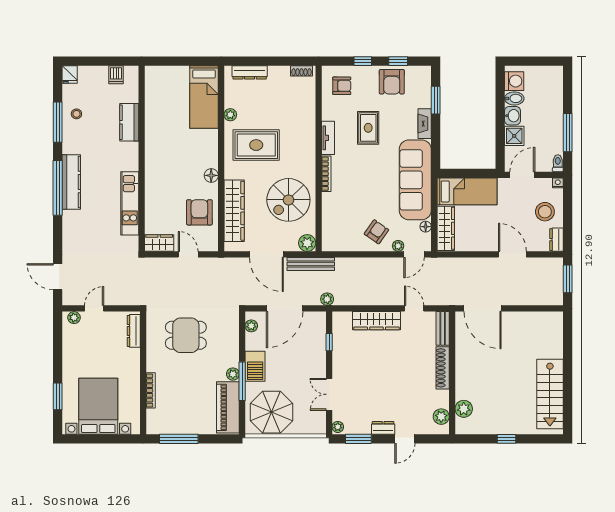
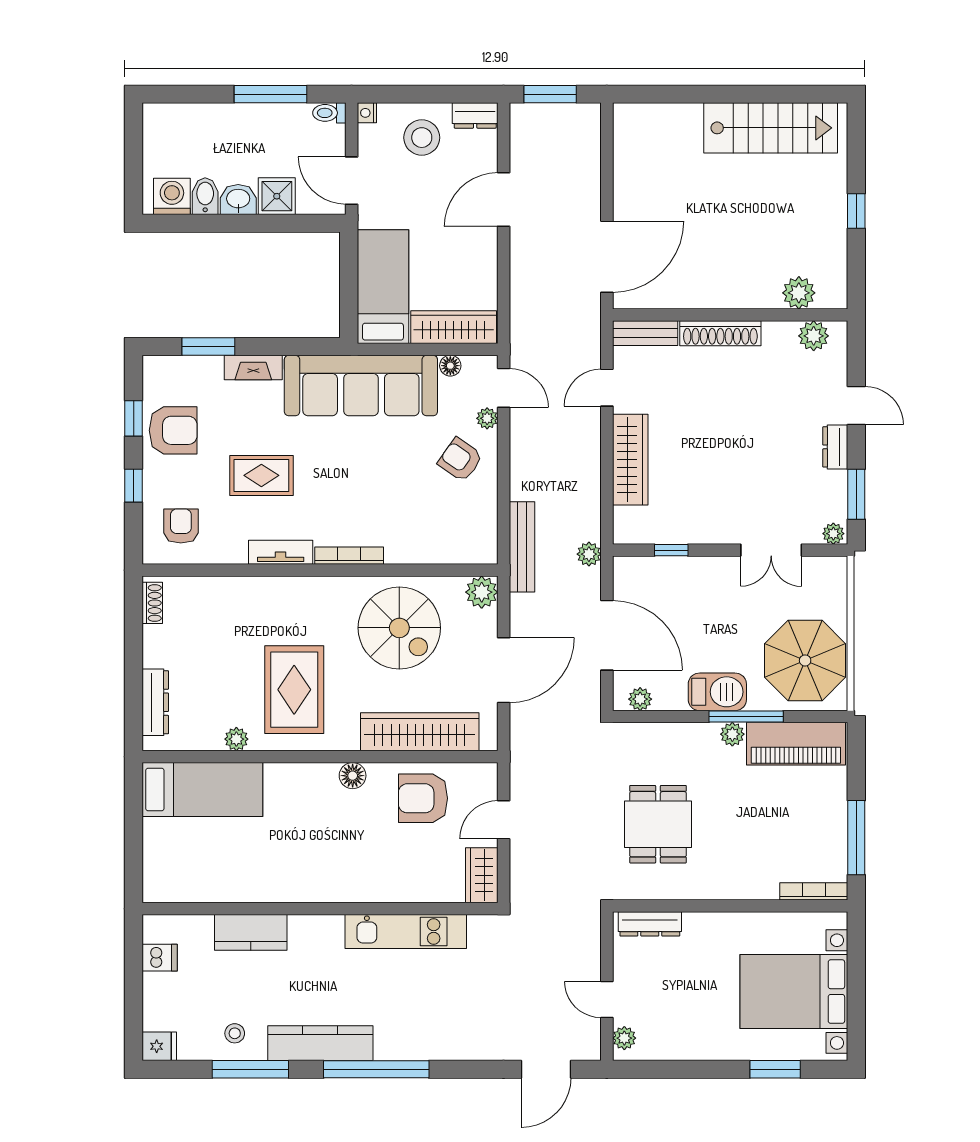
kitchen counter: (71, 182) -> (320, 1043), moved
bench: (311, 264) -> (522, 547), moved
bookcase: (151, 390) -> (814, 891), moved

